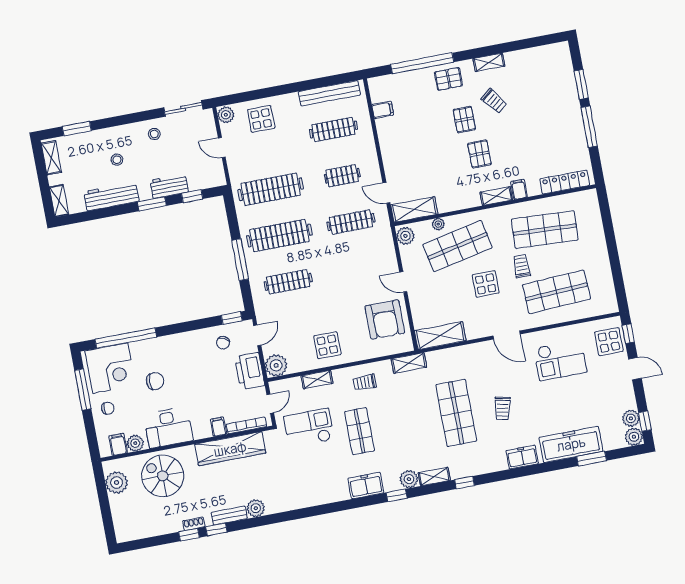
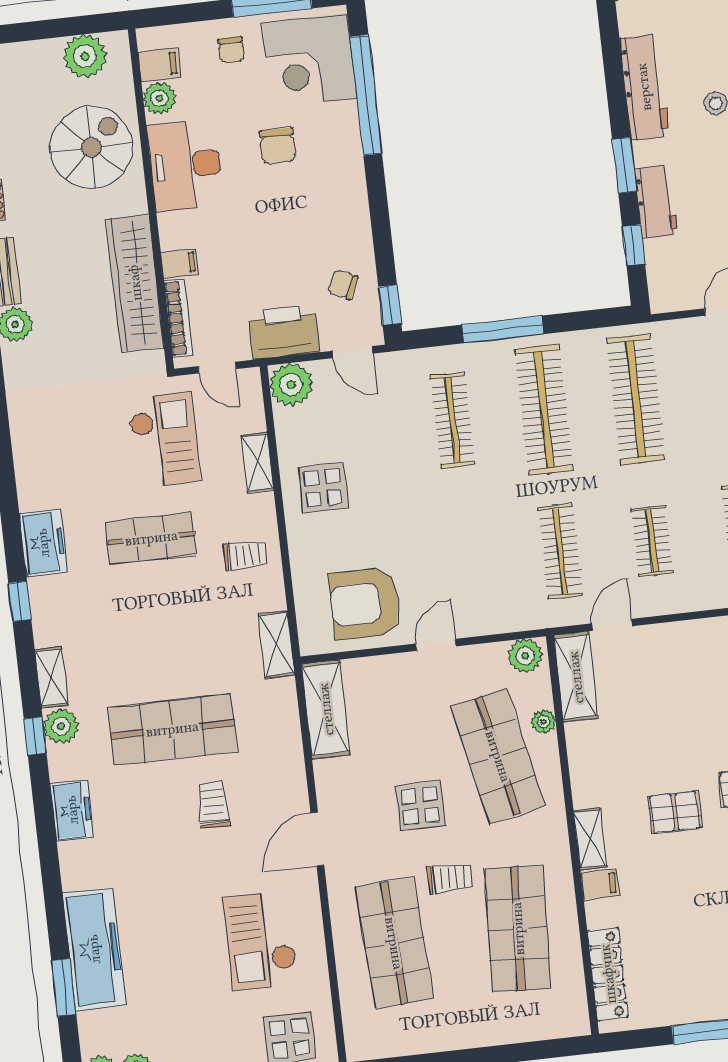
trolley: (365, 382) -> (245, 555), turned 90
trolley: (503, 408) -> (213, 805), moved, turned 78
freezer: (522, 457) -> (72, 810), moved
plant: (409, 479) -> (61, 726), moved

